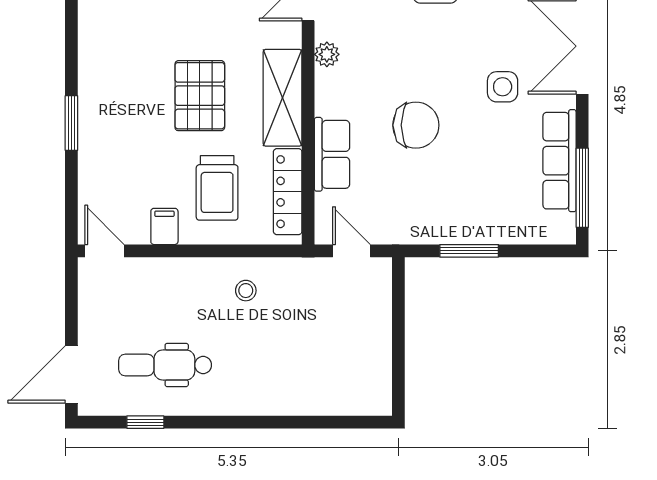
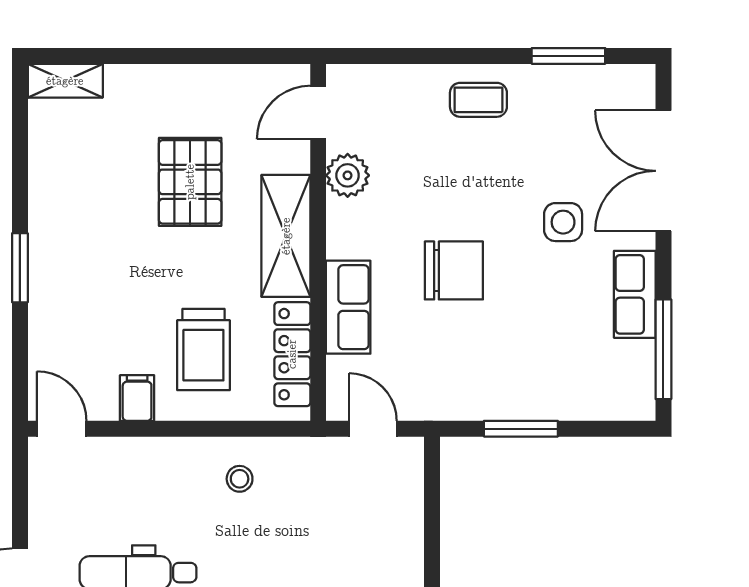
plant: (327, 54) -> (348, 175), width x1.38, depth x1.38
pallet: (200, 96) -> (190, 182), moved
row of seats: (559, 161) -> (635, 294), width x0.68

